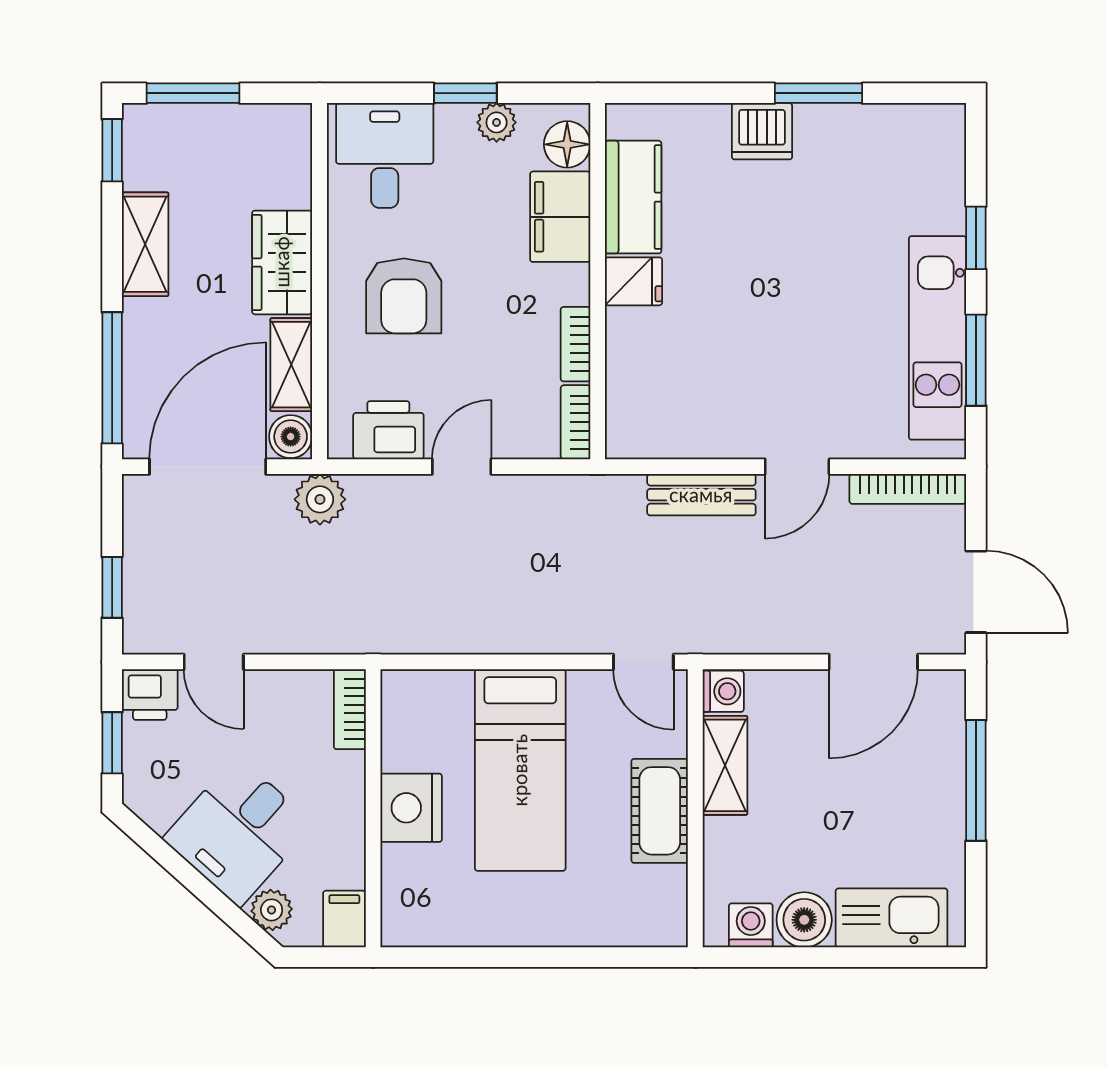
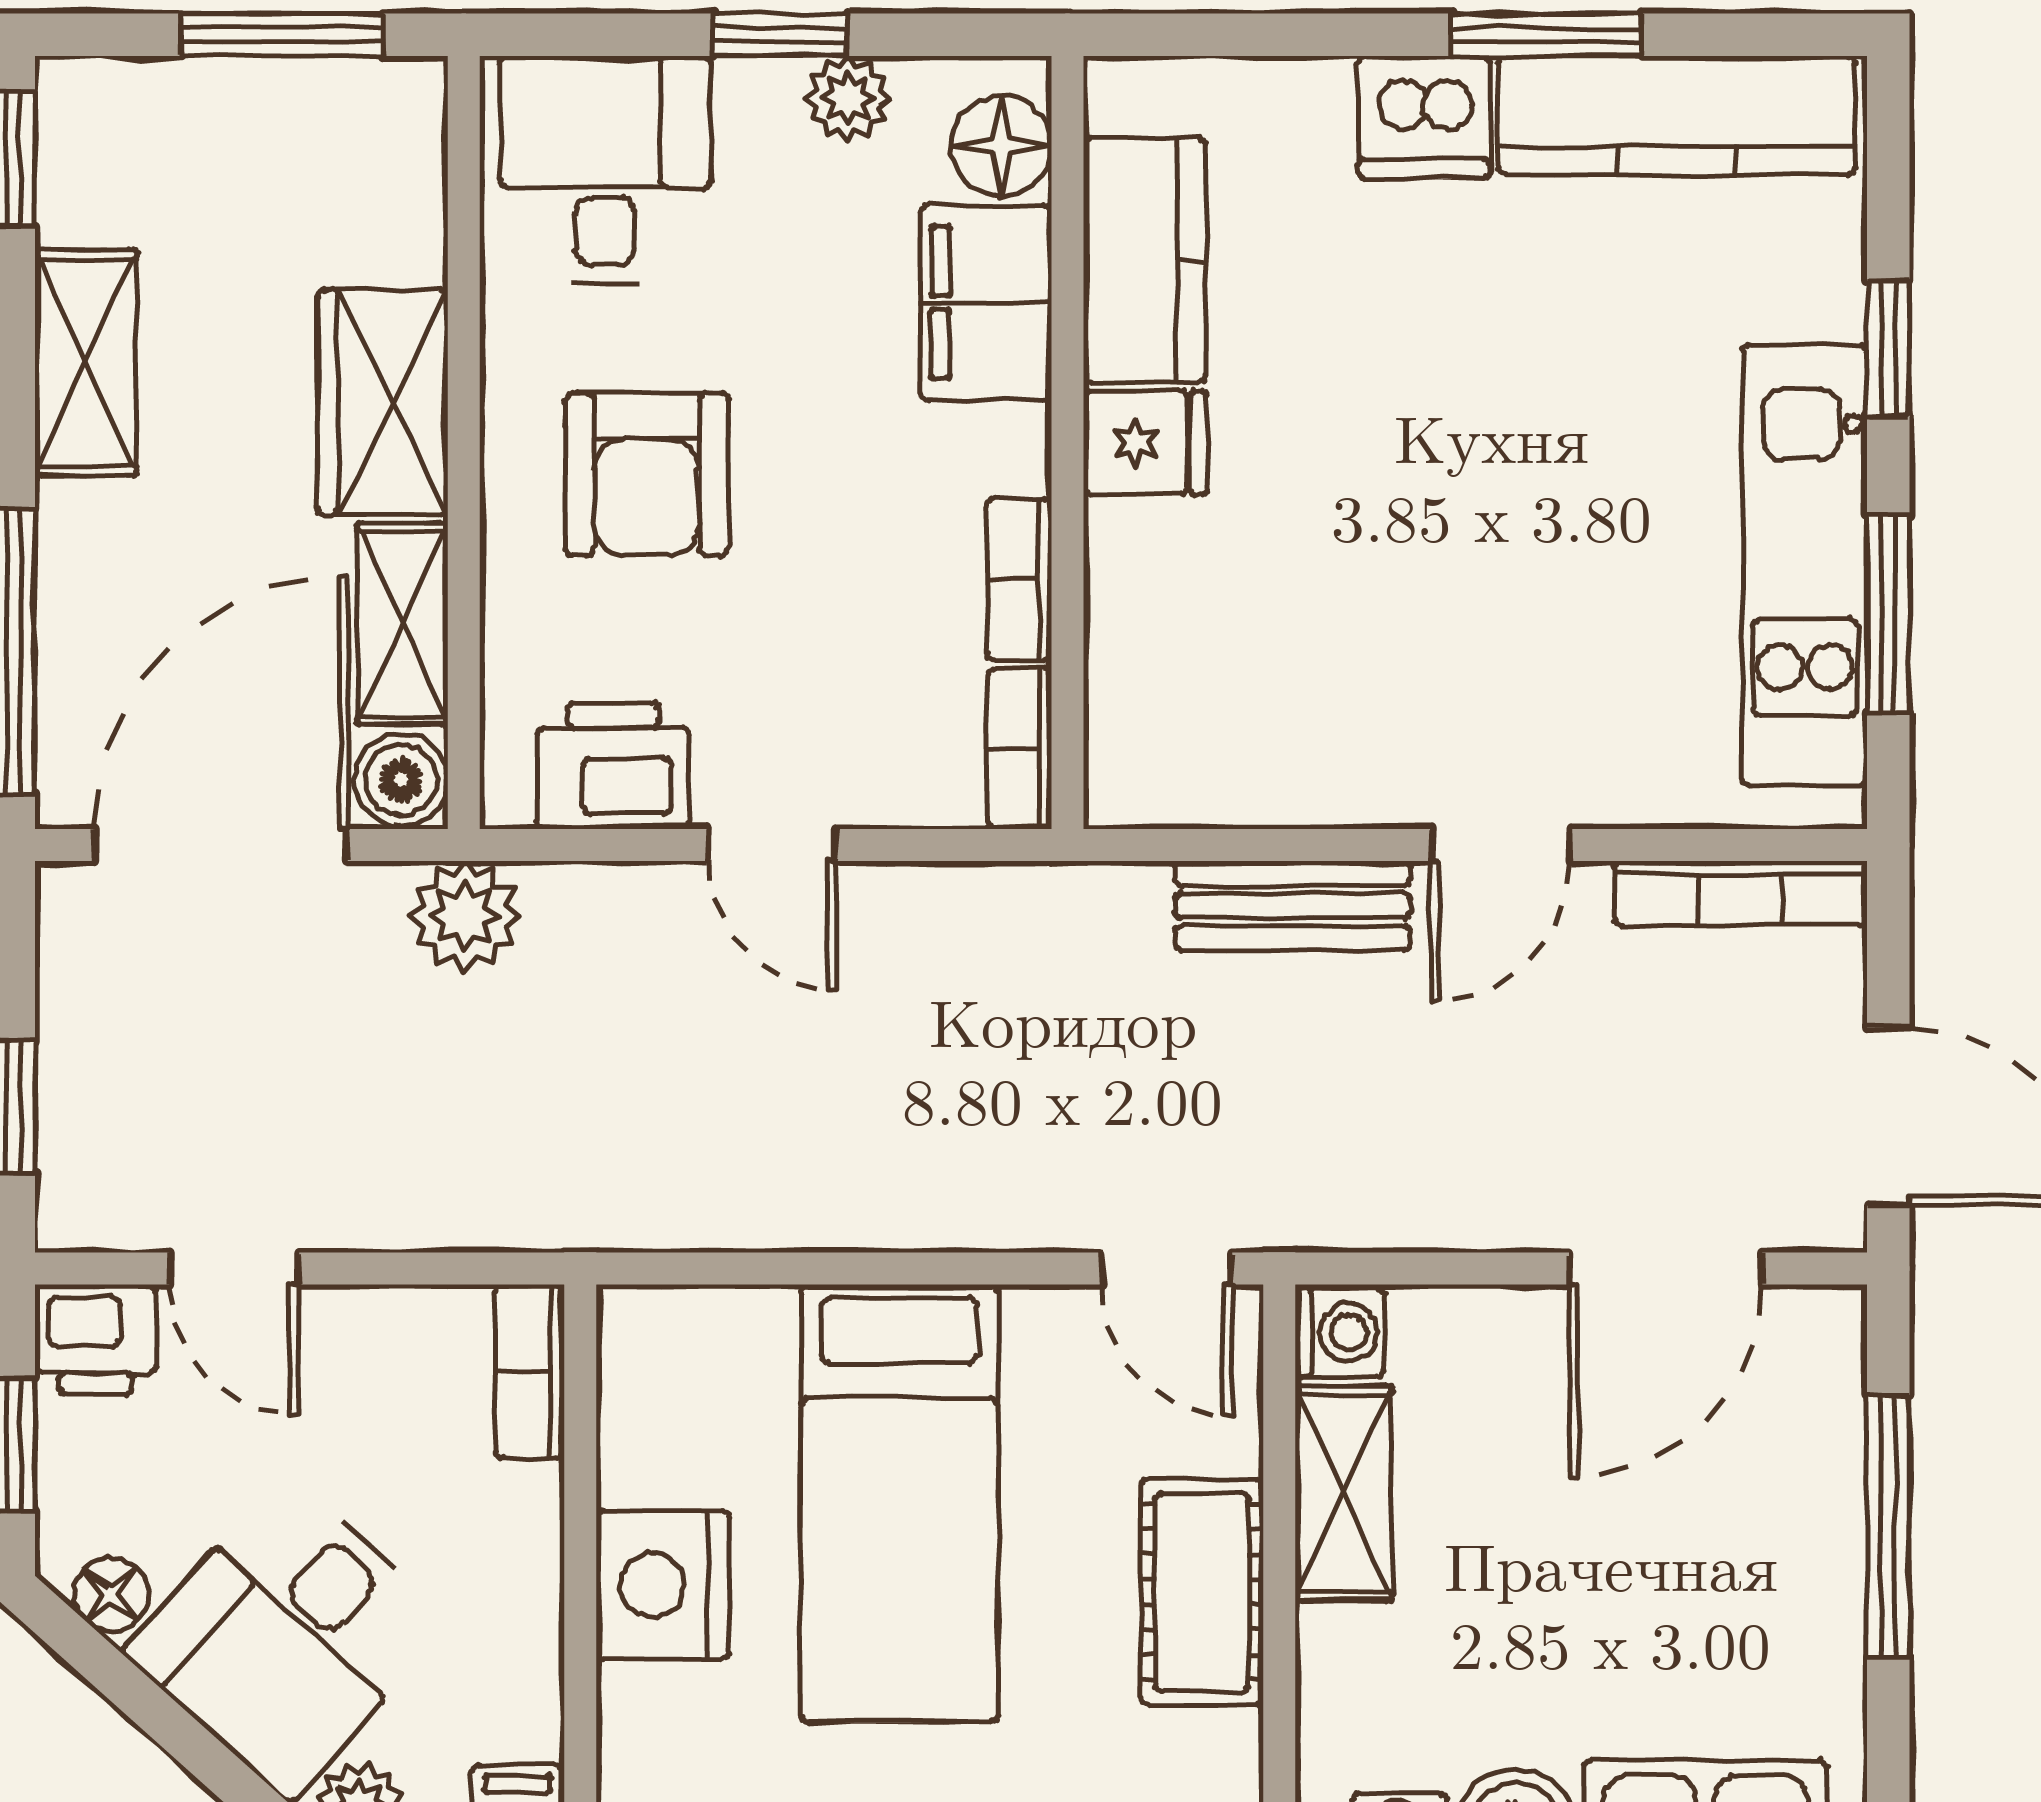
window: (193, 93) -> (282, 35), moved
kitchen counter: (878, 130) -> (1677, 116), added
door: (462, 467) -> (772, 845), swing flipped
floor lamp: (157, 812) -> (111, 1594), added

